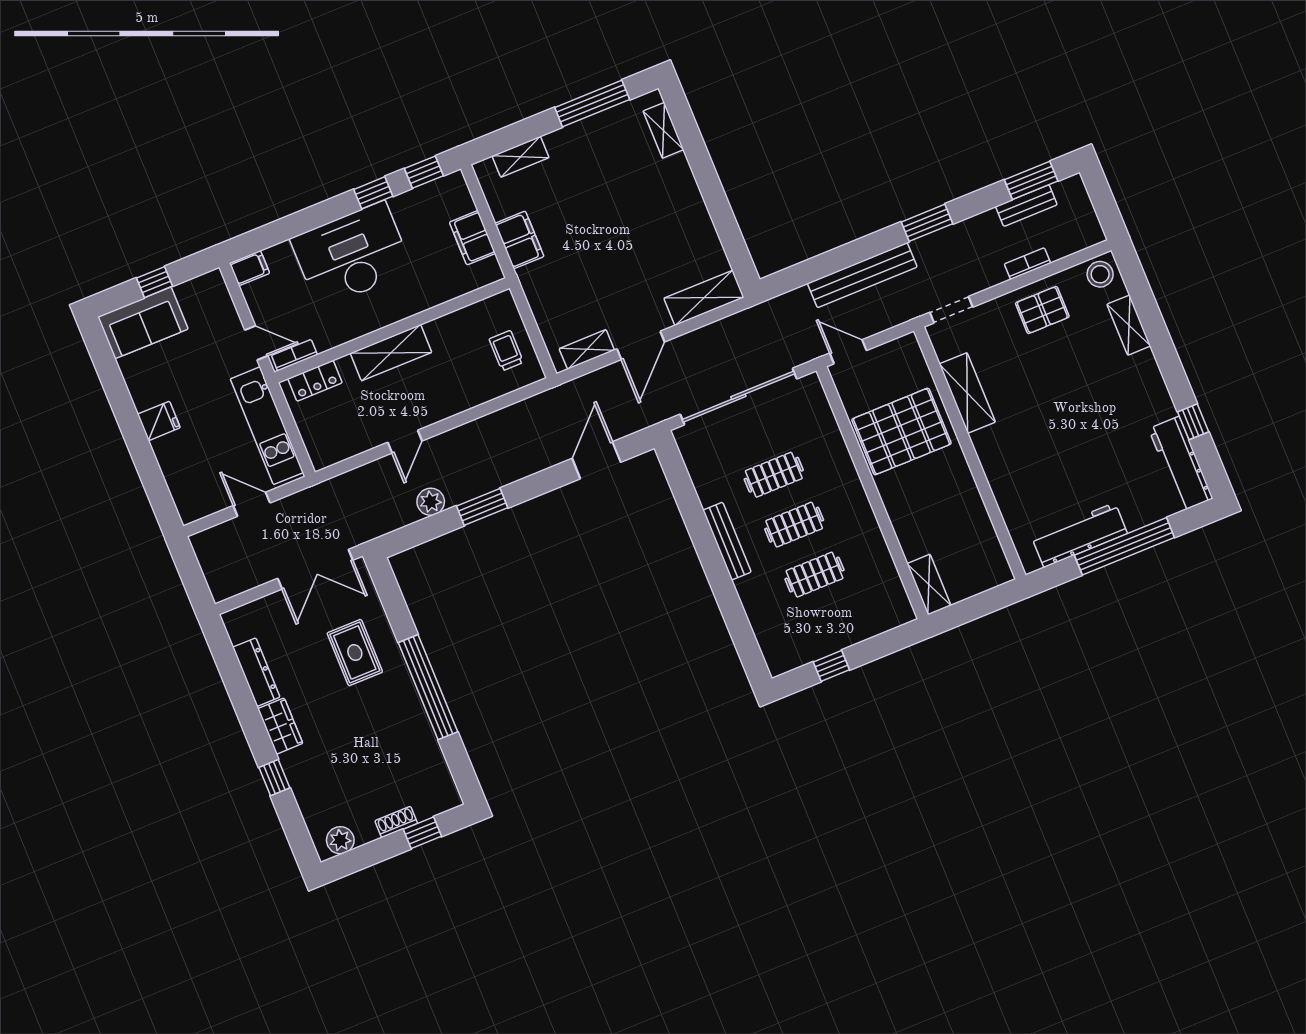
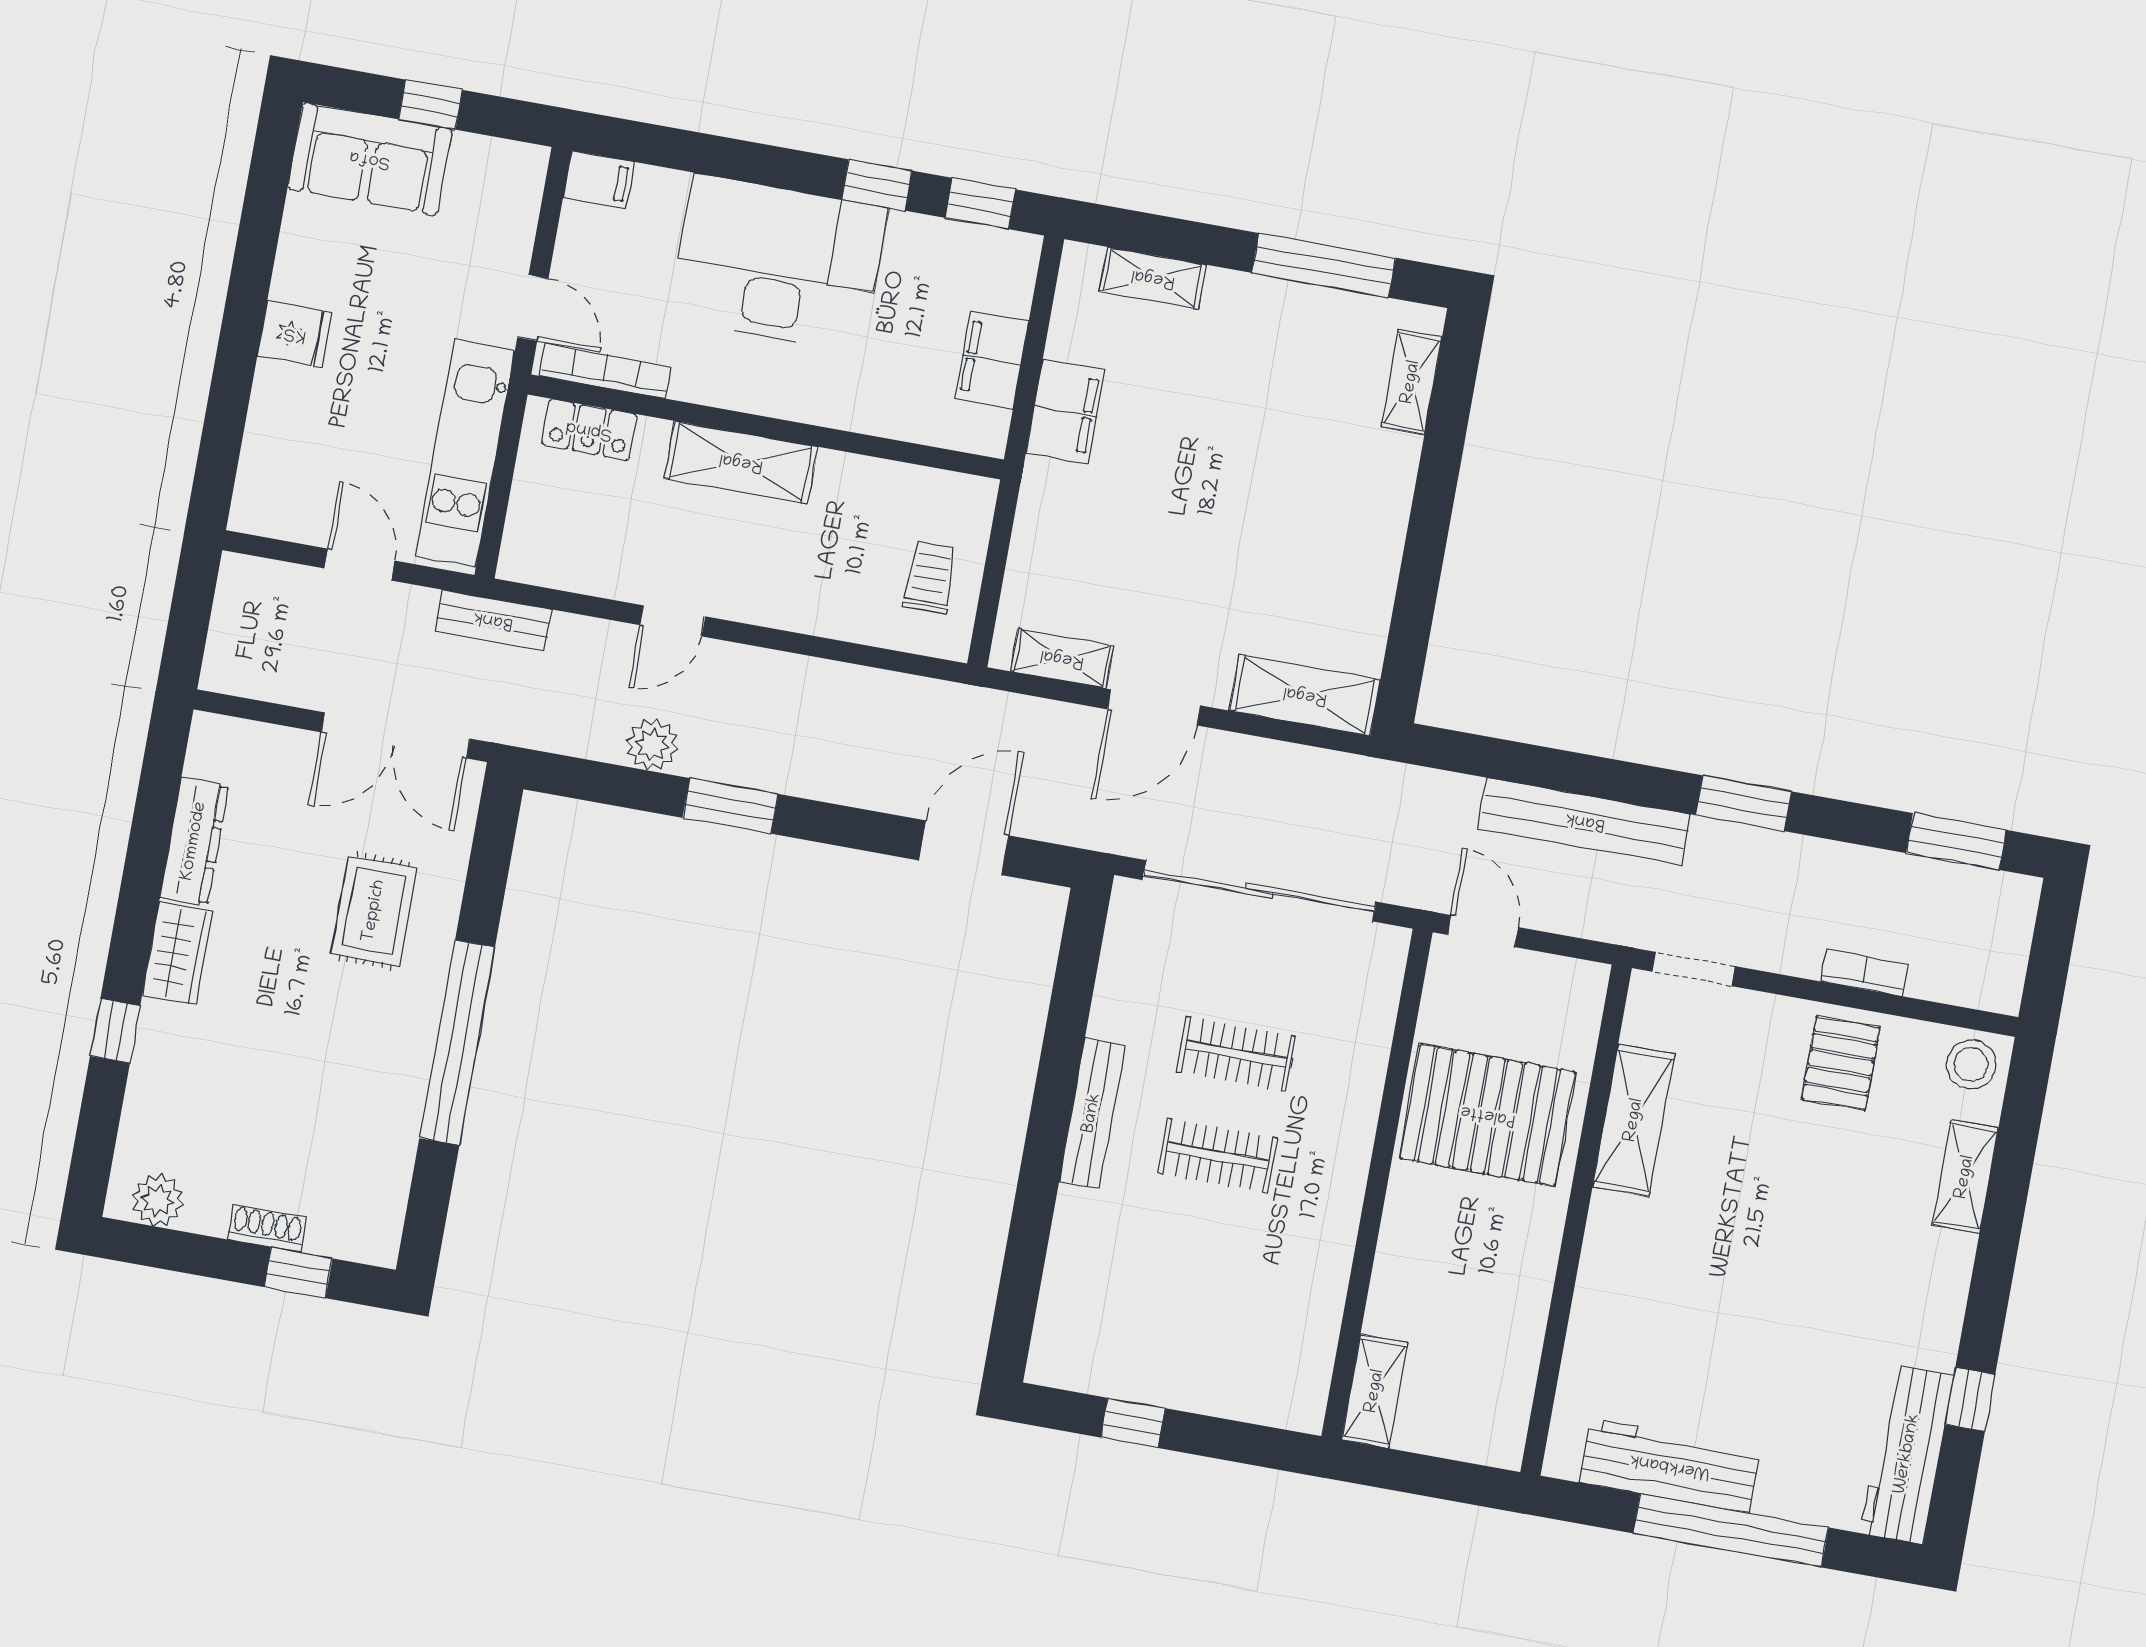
bench: (1026, 206) -> (493, 620), moved
pallet: (1042, 310) -> (1841, 1063), turned 90
bookcase: (294, 355) -> (605, 371), width x1.56
clothes rail: (815, 575) -> (1199, 1258), removed

